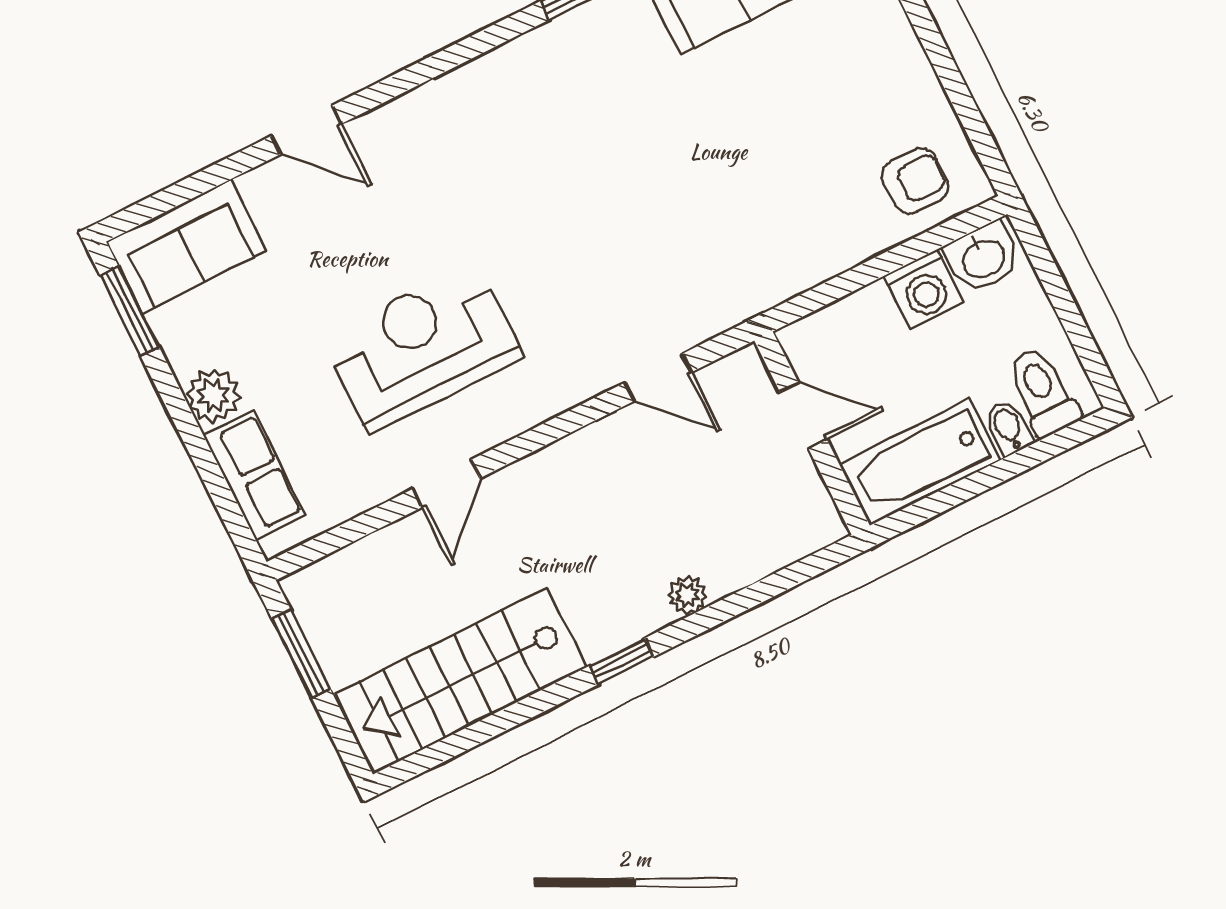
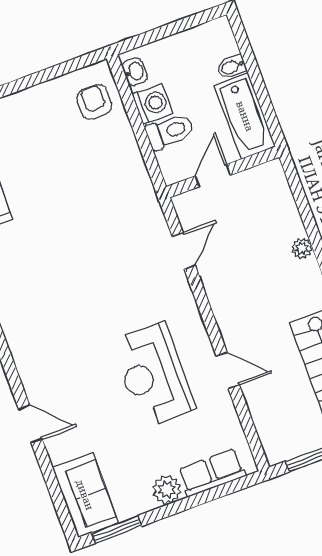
door: (306, 130) -> (30, 424), hinge flipped
washbasin: (983, 257) -> (135, 72), width x0.72, depth x0.69
toilet: (1043, 392) -> (170, 131), moved, turned 180

